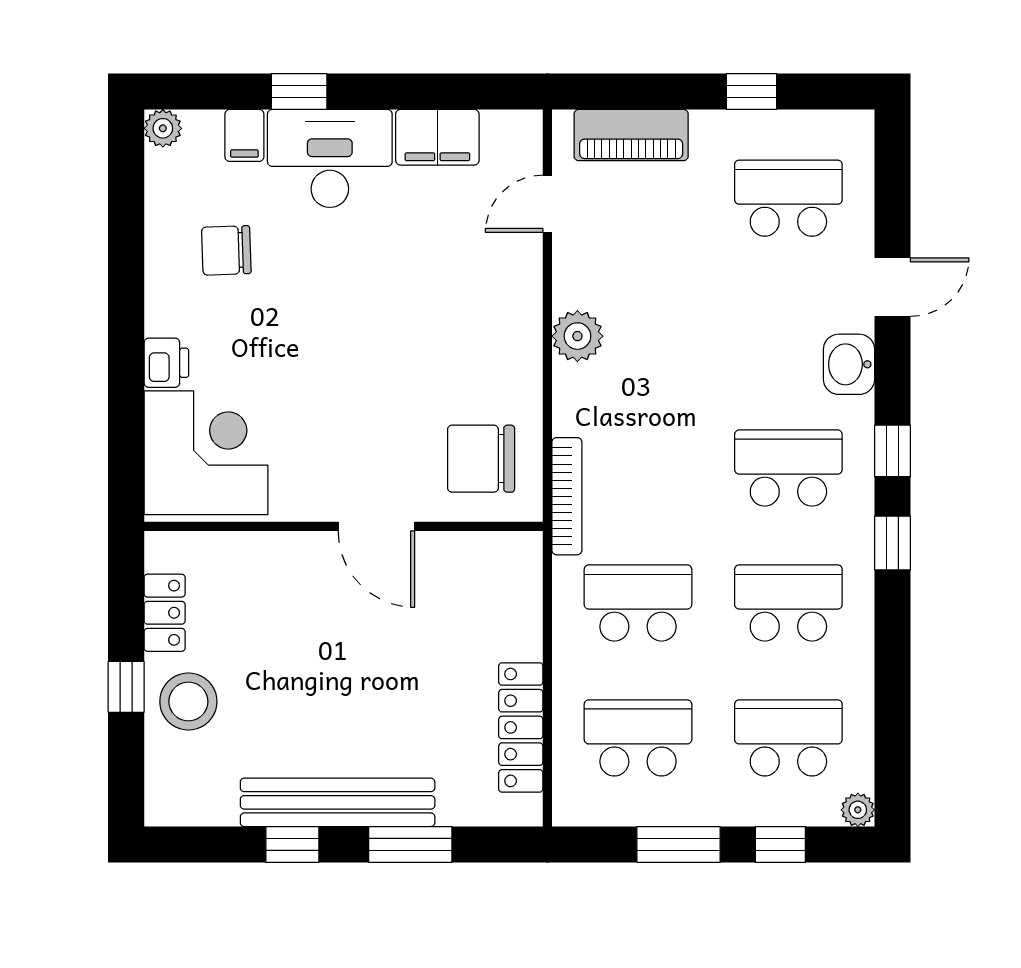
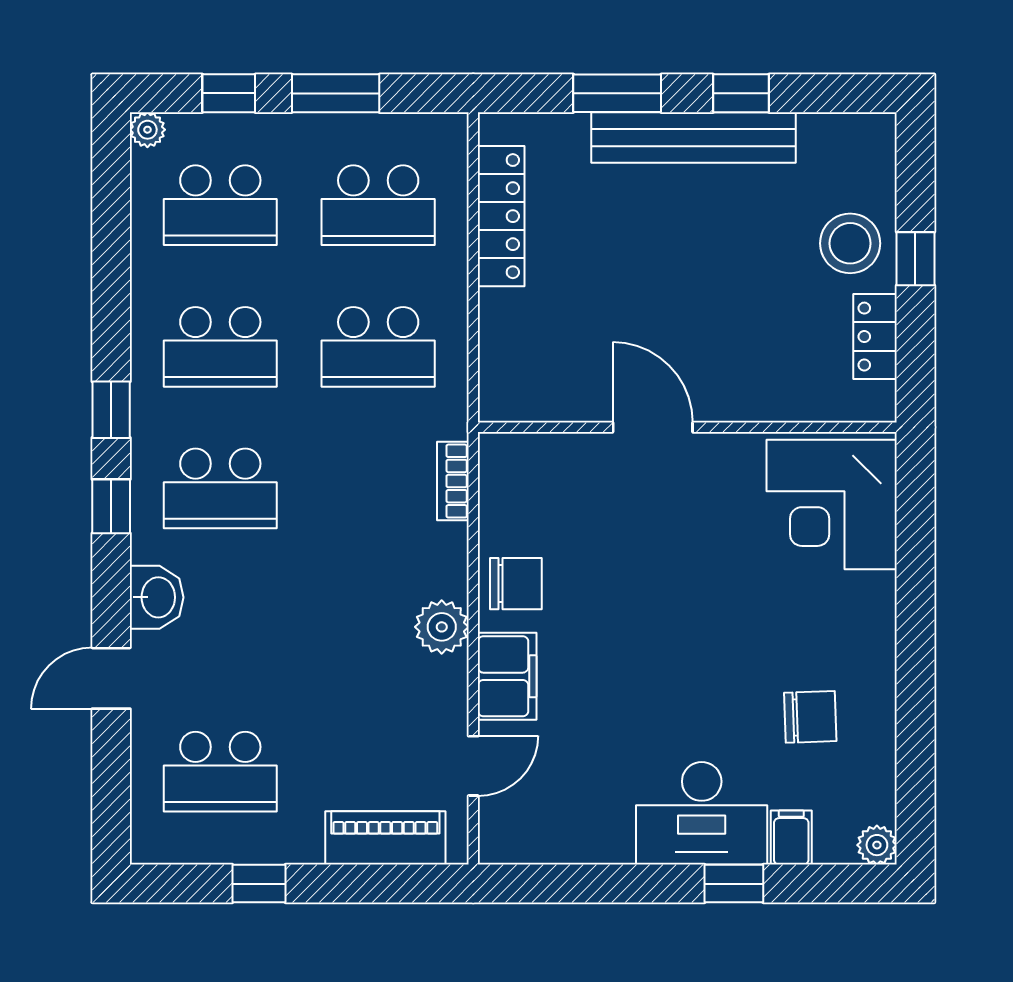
filing cabinet: (437, 137) -> (507, 676), moved, turned 90
printer: (166, 363) -> (873, 599), removed
chair: (481, 459) -> (516, 584), moved, width x0.73, depth x0.73
bookcase: (567, 496) -> (453, 481), width x0.64

